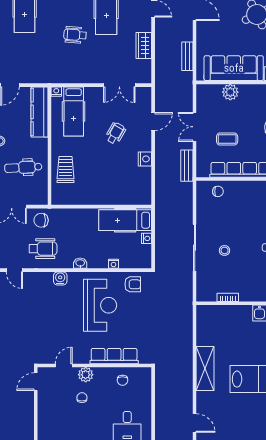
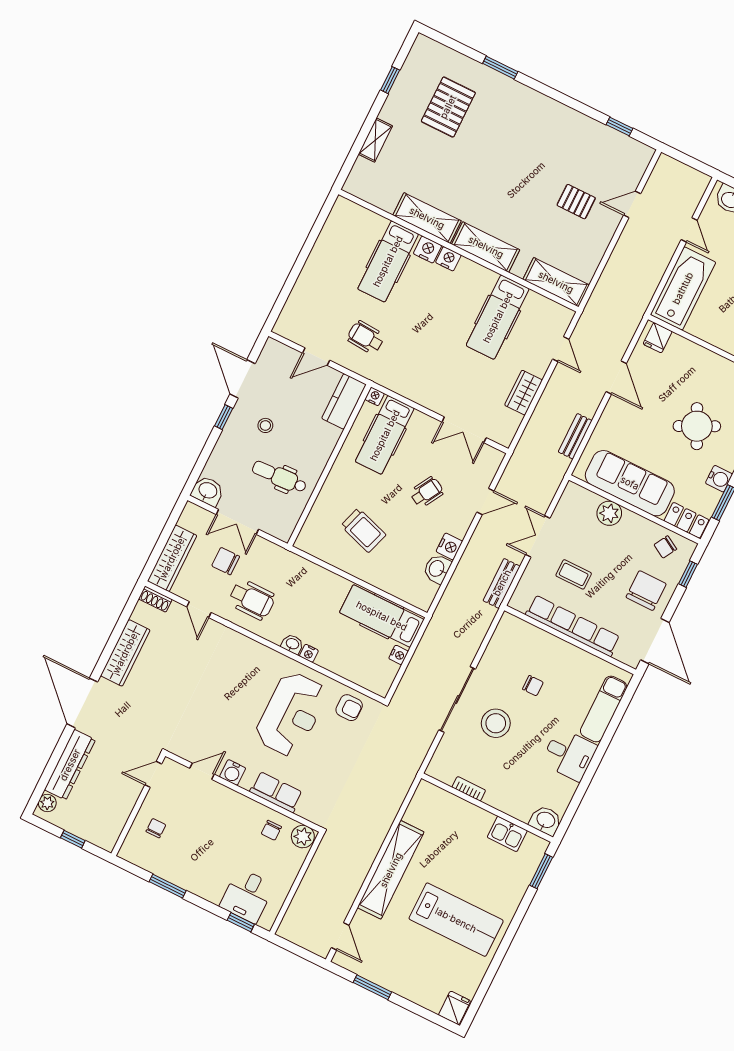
wheelchair: (75, 35) -> (366, 337), moved
kitchen counter: (39, 112) -> (344, 401), width x0.67
trolley: (65, 170) -> (363, 530), moved, turned 108
washbasin: (144, 176) -> (437, 569), added
chair: (218, 191) -> (533, 686), moved
chair: (41, 220) -> (226, 561), moved
stool: (225, 250) -> (496, 723), width x1.89, depth x1.89
nightstand: (114, 264) -> (309, 653), moved
water cooler: (60, 278) -> (233, 772), moved, turned 180
row of seats: (114, 356) -> (276, 792), width x0.68
shelving: (205, 369) -> (391, 870), width x1.47
plant: (86, 375) -> (303, 837), moved
chair: (82, 398) -> (156, 828), moved

